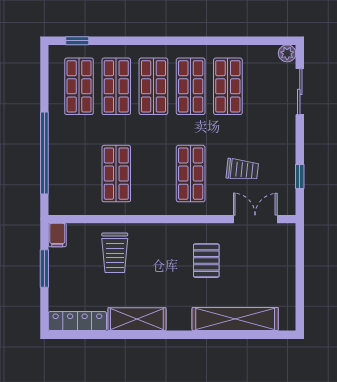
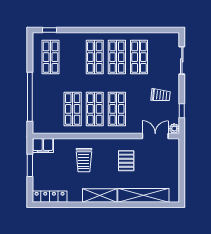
plant: (287, 53) -> (174, 129), moved
shop shelf: (116, 86) -> (95, 109), moved
trolley: (242, 170) -> (161, 95), moved
filing cabinet: (57, 235) -> (43, 146), width x2.00
trolley: (115, 253) -> (84, 160), moved
shelving: (137, 319) -> (100, 196), moved

